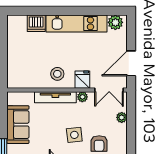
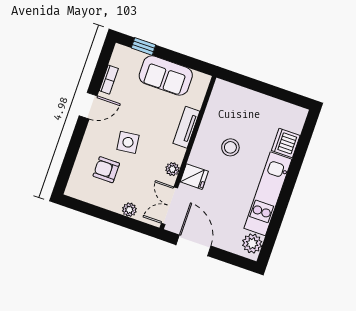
stool: (57, 74) -> (230, 147), moved
tv unit: (55, 97) -> (186, 127), width x0.71

